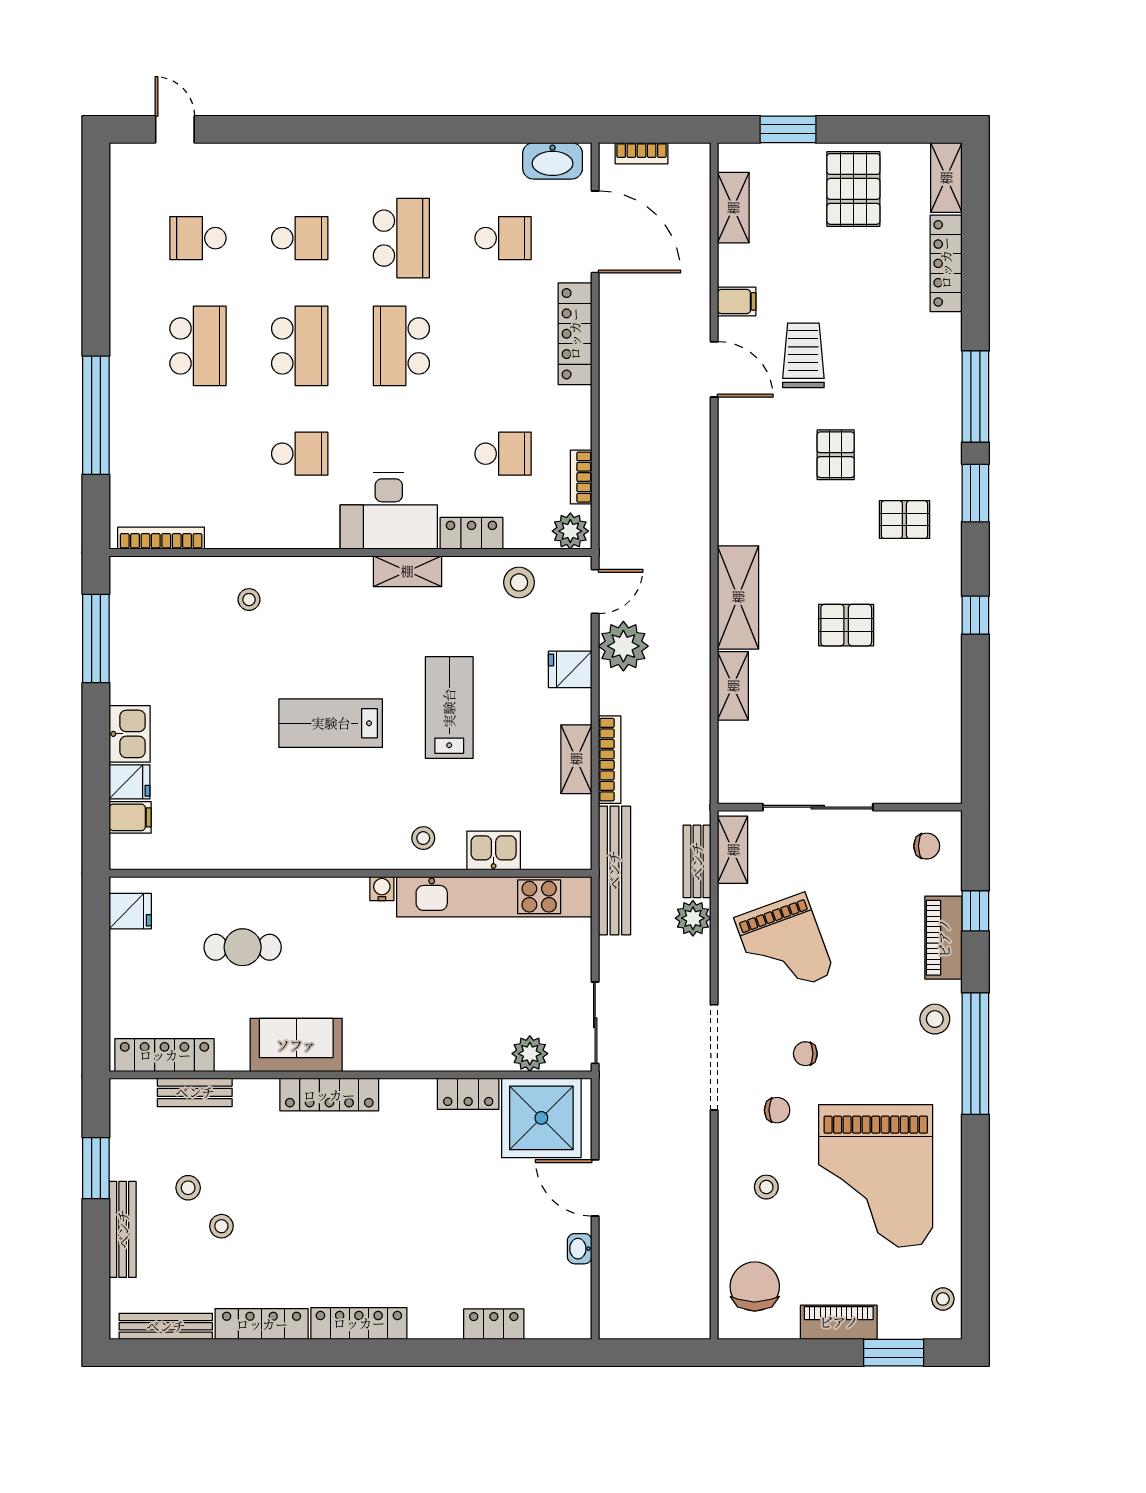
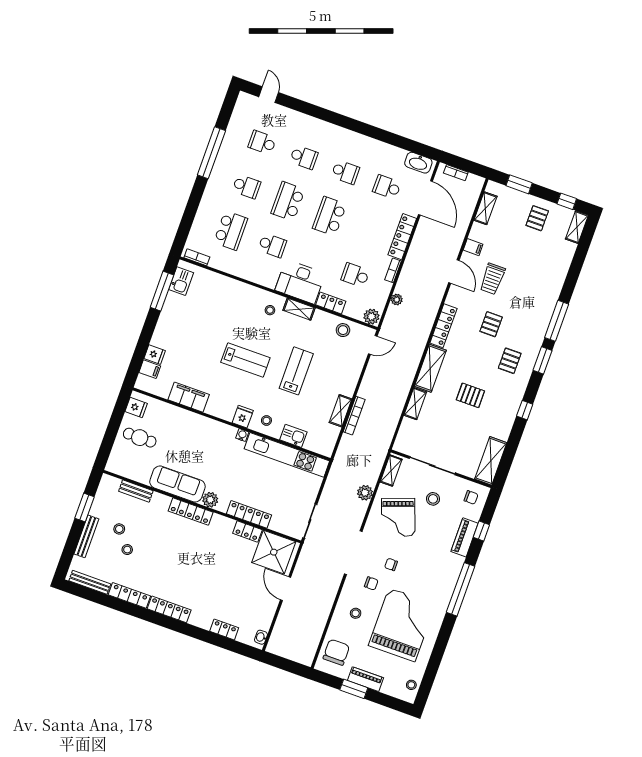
window: (904, 129) -> (567, 201), added
pallet: (853, 189) -> (537, 218), width x0.67, depth x0.71
school desk: (401, 238) -> (345, 172), width x0.54
school desk: (503, 238) -> (387, 187), turned 180
locker: (946, 263) -> (443, 326), moved, turned 180
school desk: (198, 346) -> (246, 186), width x0.54
school desk: (300, 346) -> (288, 201), turned 180
trolley: (803, 355) -> (492, 279), turned 180
window: (96, 415) -> (211, 153), moved
school desk: (198, 454) -> (231, 230), added
school desk: (503, 454) -> (355, 275), turned 180
bookcase: (581, 477) -> (393, 270), moved
pallet: (904, 520) -> (510, 361), turned 90
bookcase: (161, 538) -> (197, 257), width x0.64
stool: (249, 600) -> (270, 310), moved
plant: (623, 646) -> (397, 300), moved, width x0.53, depth x0.53
fridge: (570, 669) -> (243, 417), moved, turned 90
lab bench: (331, 723) -> (245, 360), turned 180
kitchen sink: (130, 734) -> (181, 281), moved
shelving: (941, 751) -> (491, 461), added
filing cabinet: (236, 848) -> (189, 397), added
bench: (697, 861) -> (375, 470), removed
bench: (614, 870) -> (340, 462), removed
cafe table: (243, 947) -> (140, 438), moved
stool: (935, 1019) -> (433, 499), moved
sofa: (296, 1045) -> (177, 484), width x1.36
plant: (530, 1054) -> (210, 500), moved
locker: (165, 1055) -> (249, 514), moved
grand piano: (876, 1176) -> (402, 625), turned 180
washbasin: (580, 1249) -> (261, 637), moved
window: (894, 1353) -> (354, 689), moved

